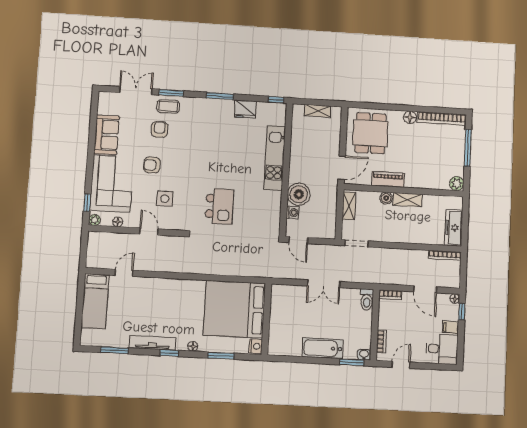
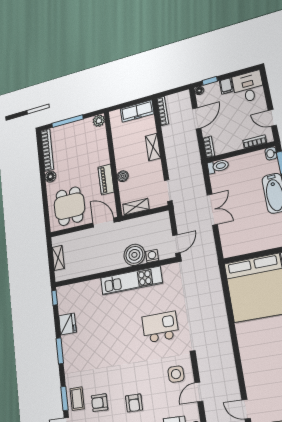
dining table: (370, 133) -> (69, 206), turned 90
kitchen unit: (275, 158) -> (131, 281), moved
side table: (165, 199) -> (176, 374), moved
shelving: (408, 200) -> (153, 147), moved

